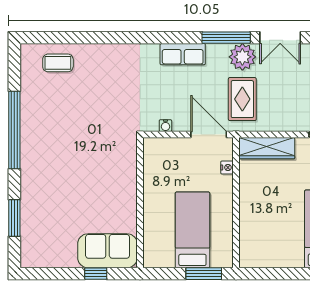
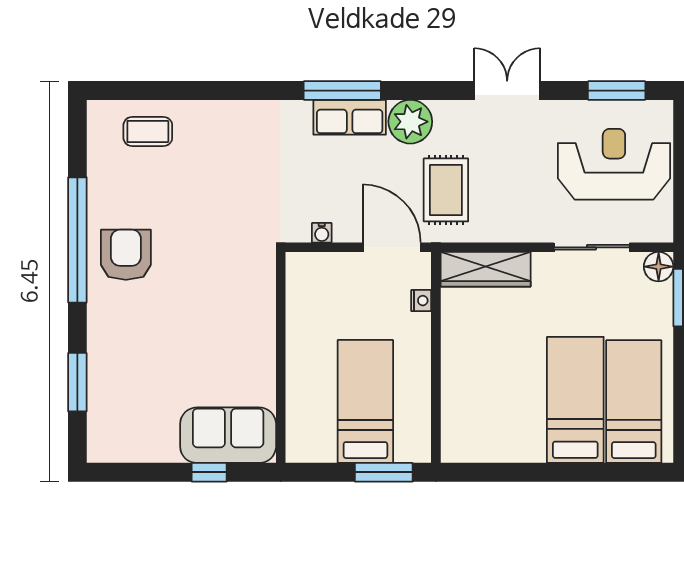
window: (226, 38) -> (342, 91), moved
double door: (280, 38) -> (507, 91), swing flipped
plant: (242, 57) -> (410, 122), moved
armchair: (44, 139) -> (126, 255), added

